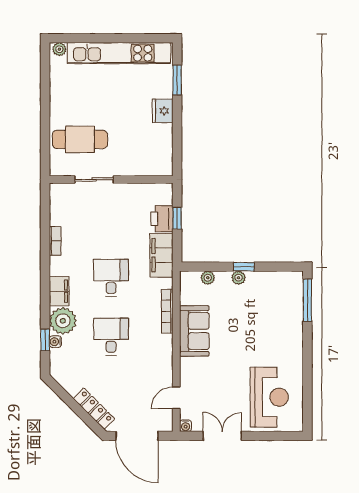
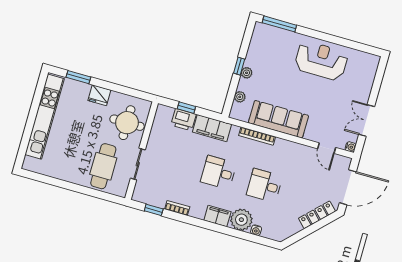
plant: (59, 49) -> (28, 162), removed
round table: (139, 153) -> (127, 123), added
sofa: (194, 331) -> (278, 119), width x1.36
window: (45, 340) -> (154, 210), moved
reception desk: (269, 397) -> (321, 61), moved

